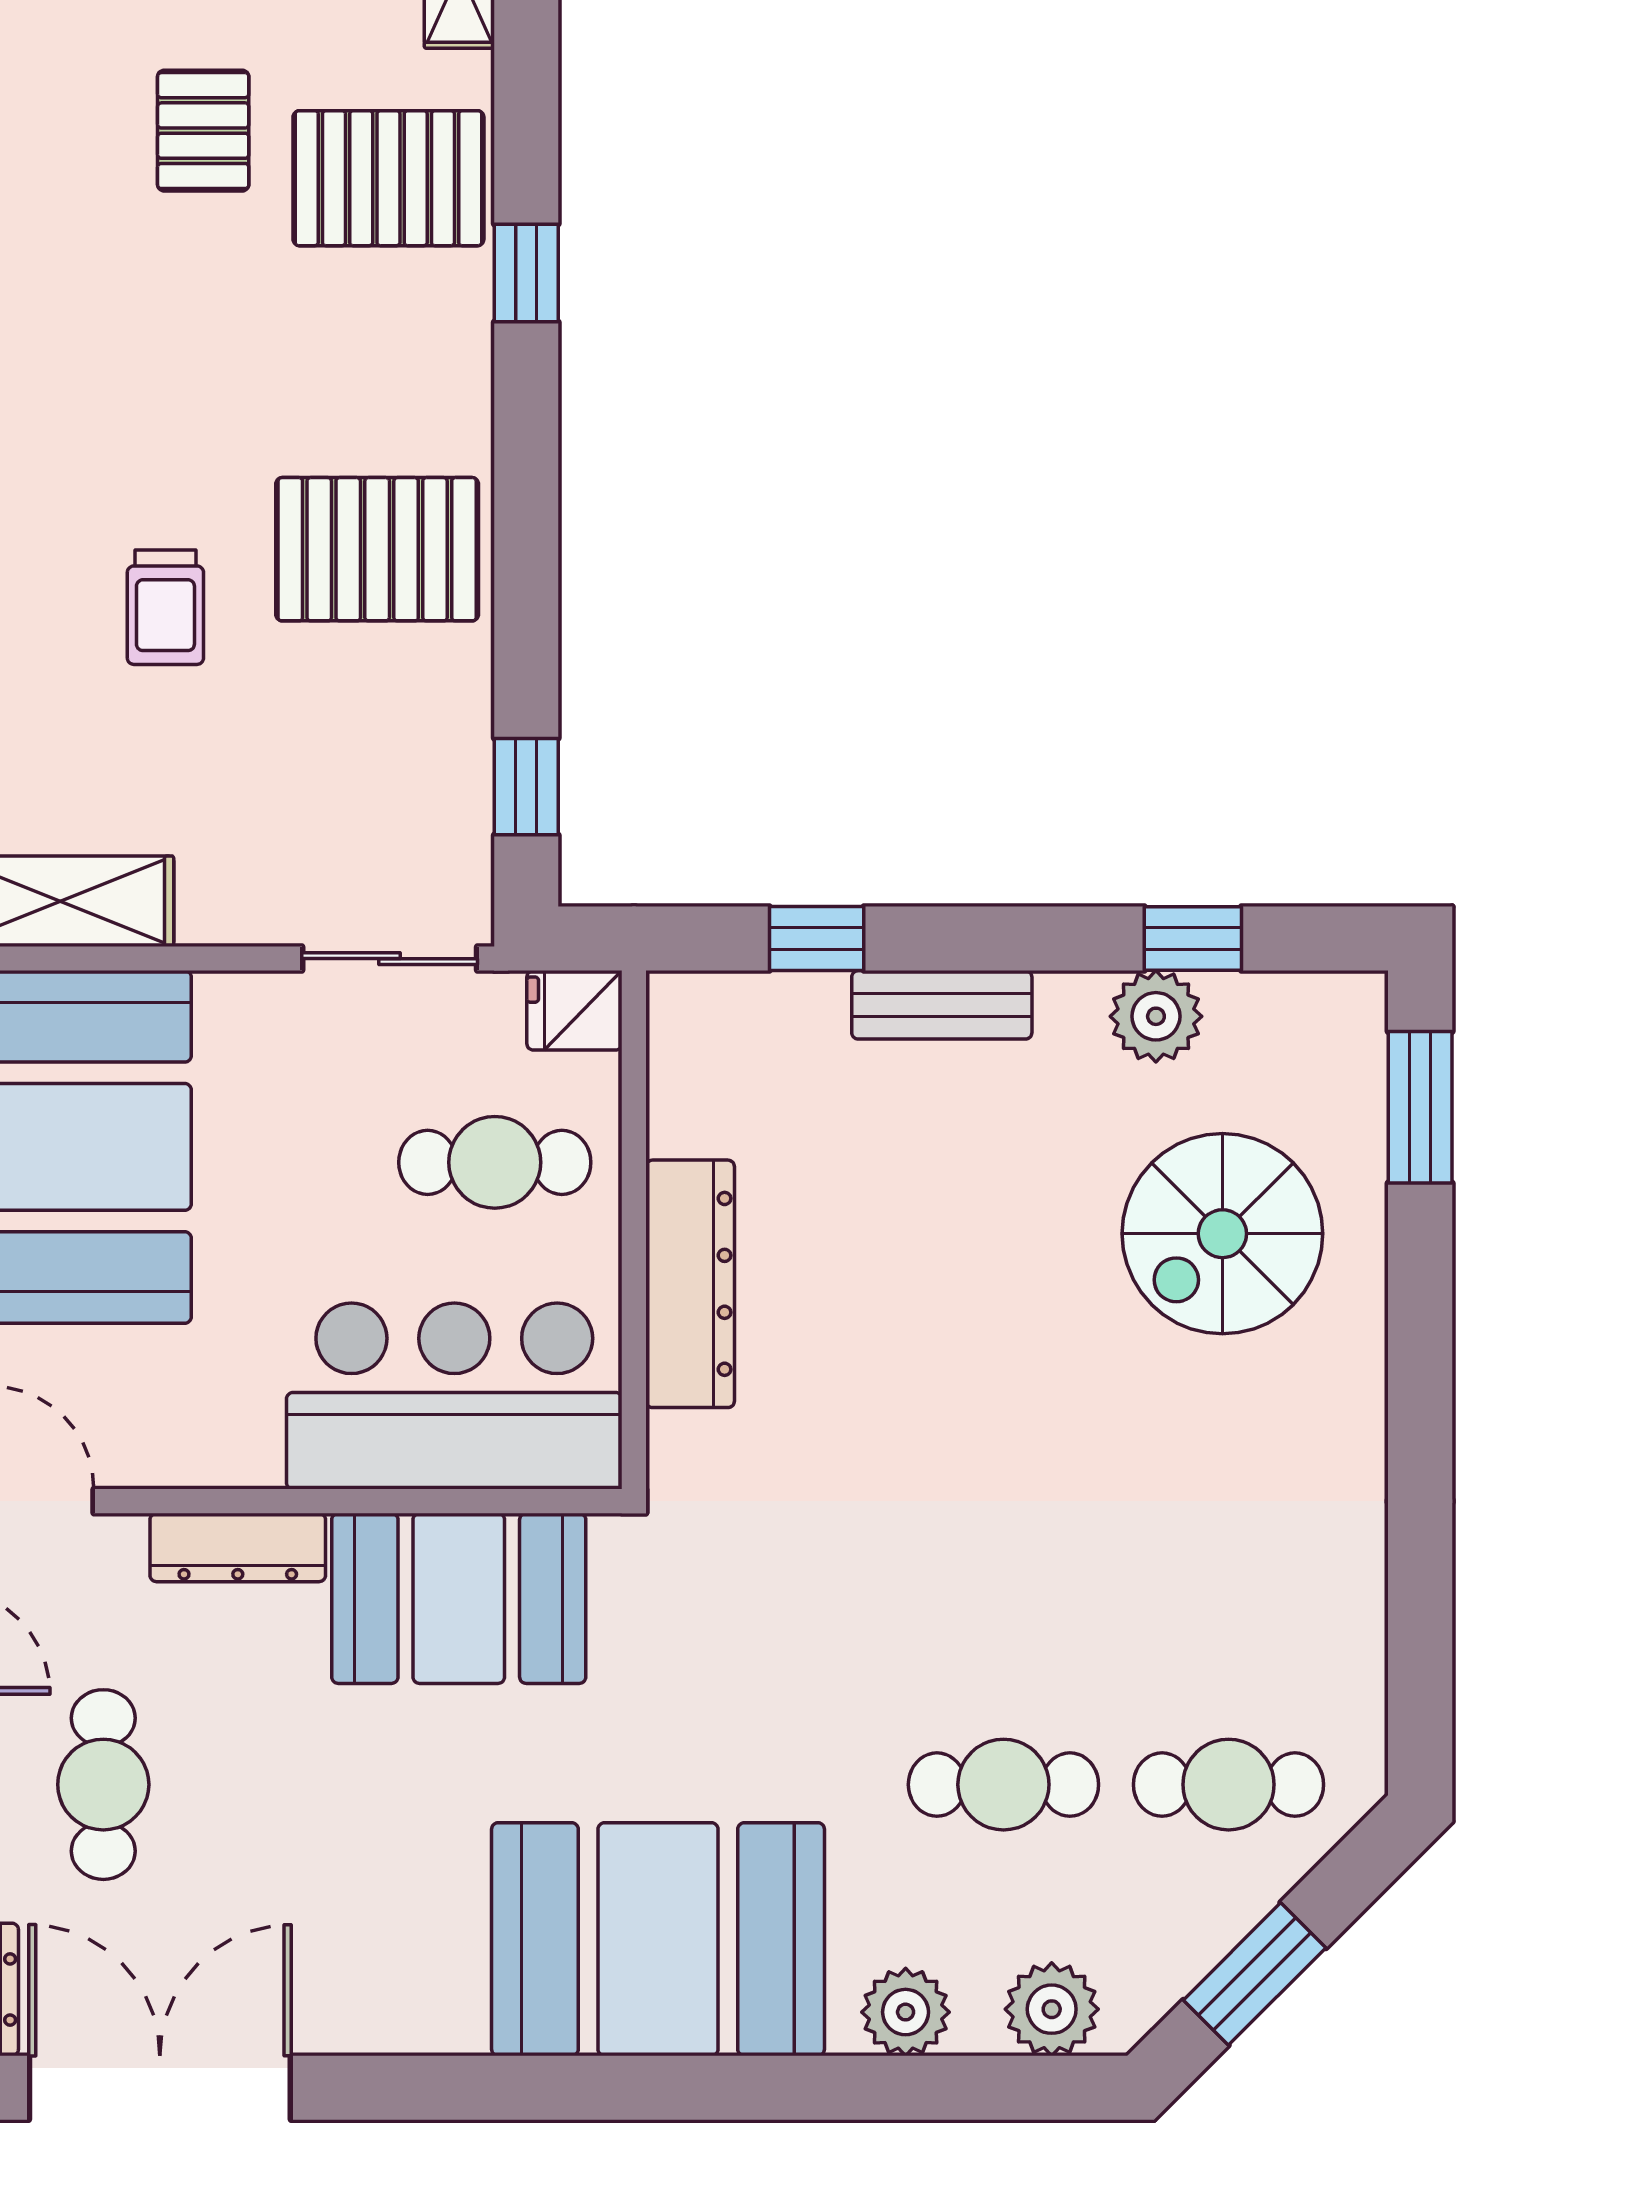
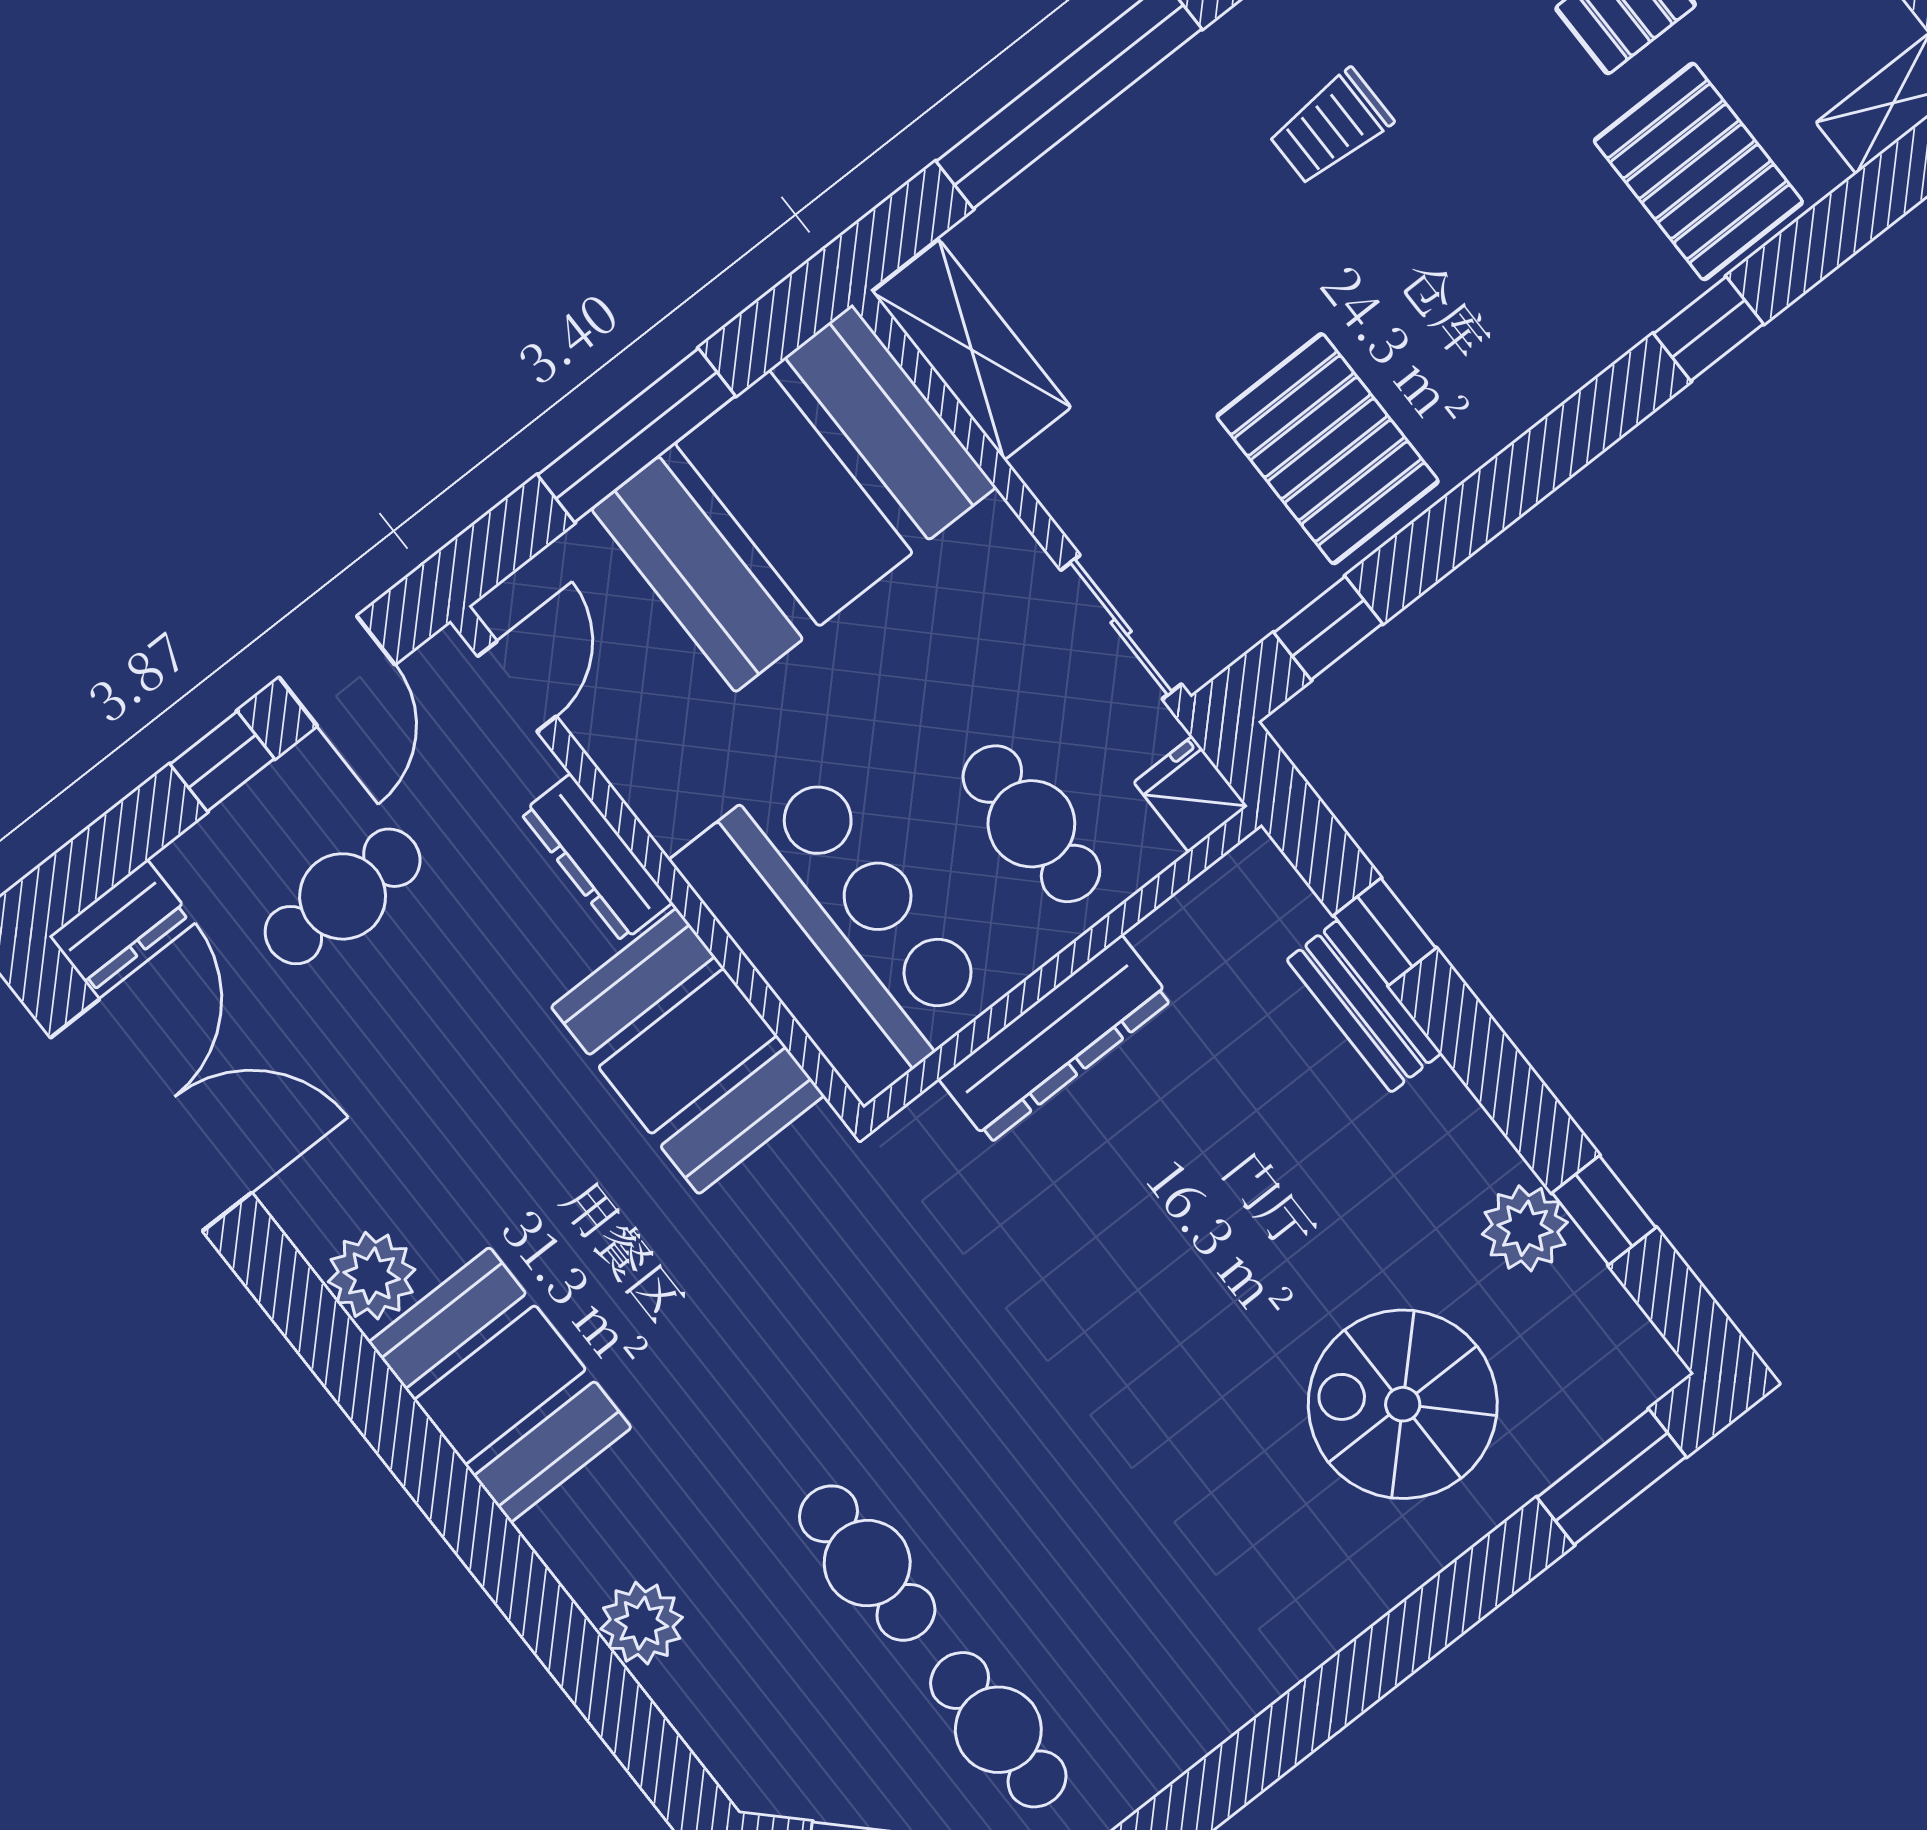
pallet: (377, 549) -> (1328, 449), moved
trolley: (165, 607) -> (1331, 127), moved
bench: (942, 1005) -> (1364, 1006), moved
booth: (658, 1939) -> (500, 1385), width x0.73, depth x0.70
plant: (1052, 2009) -> (372, 1276), moved

